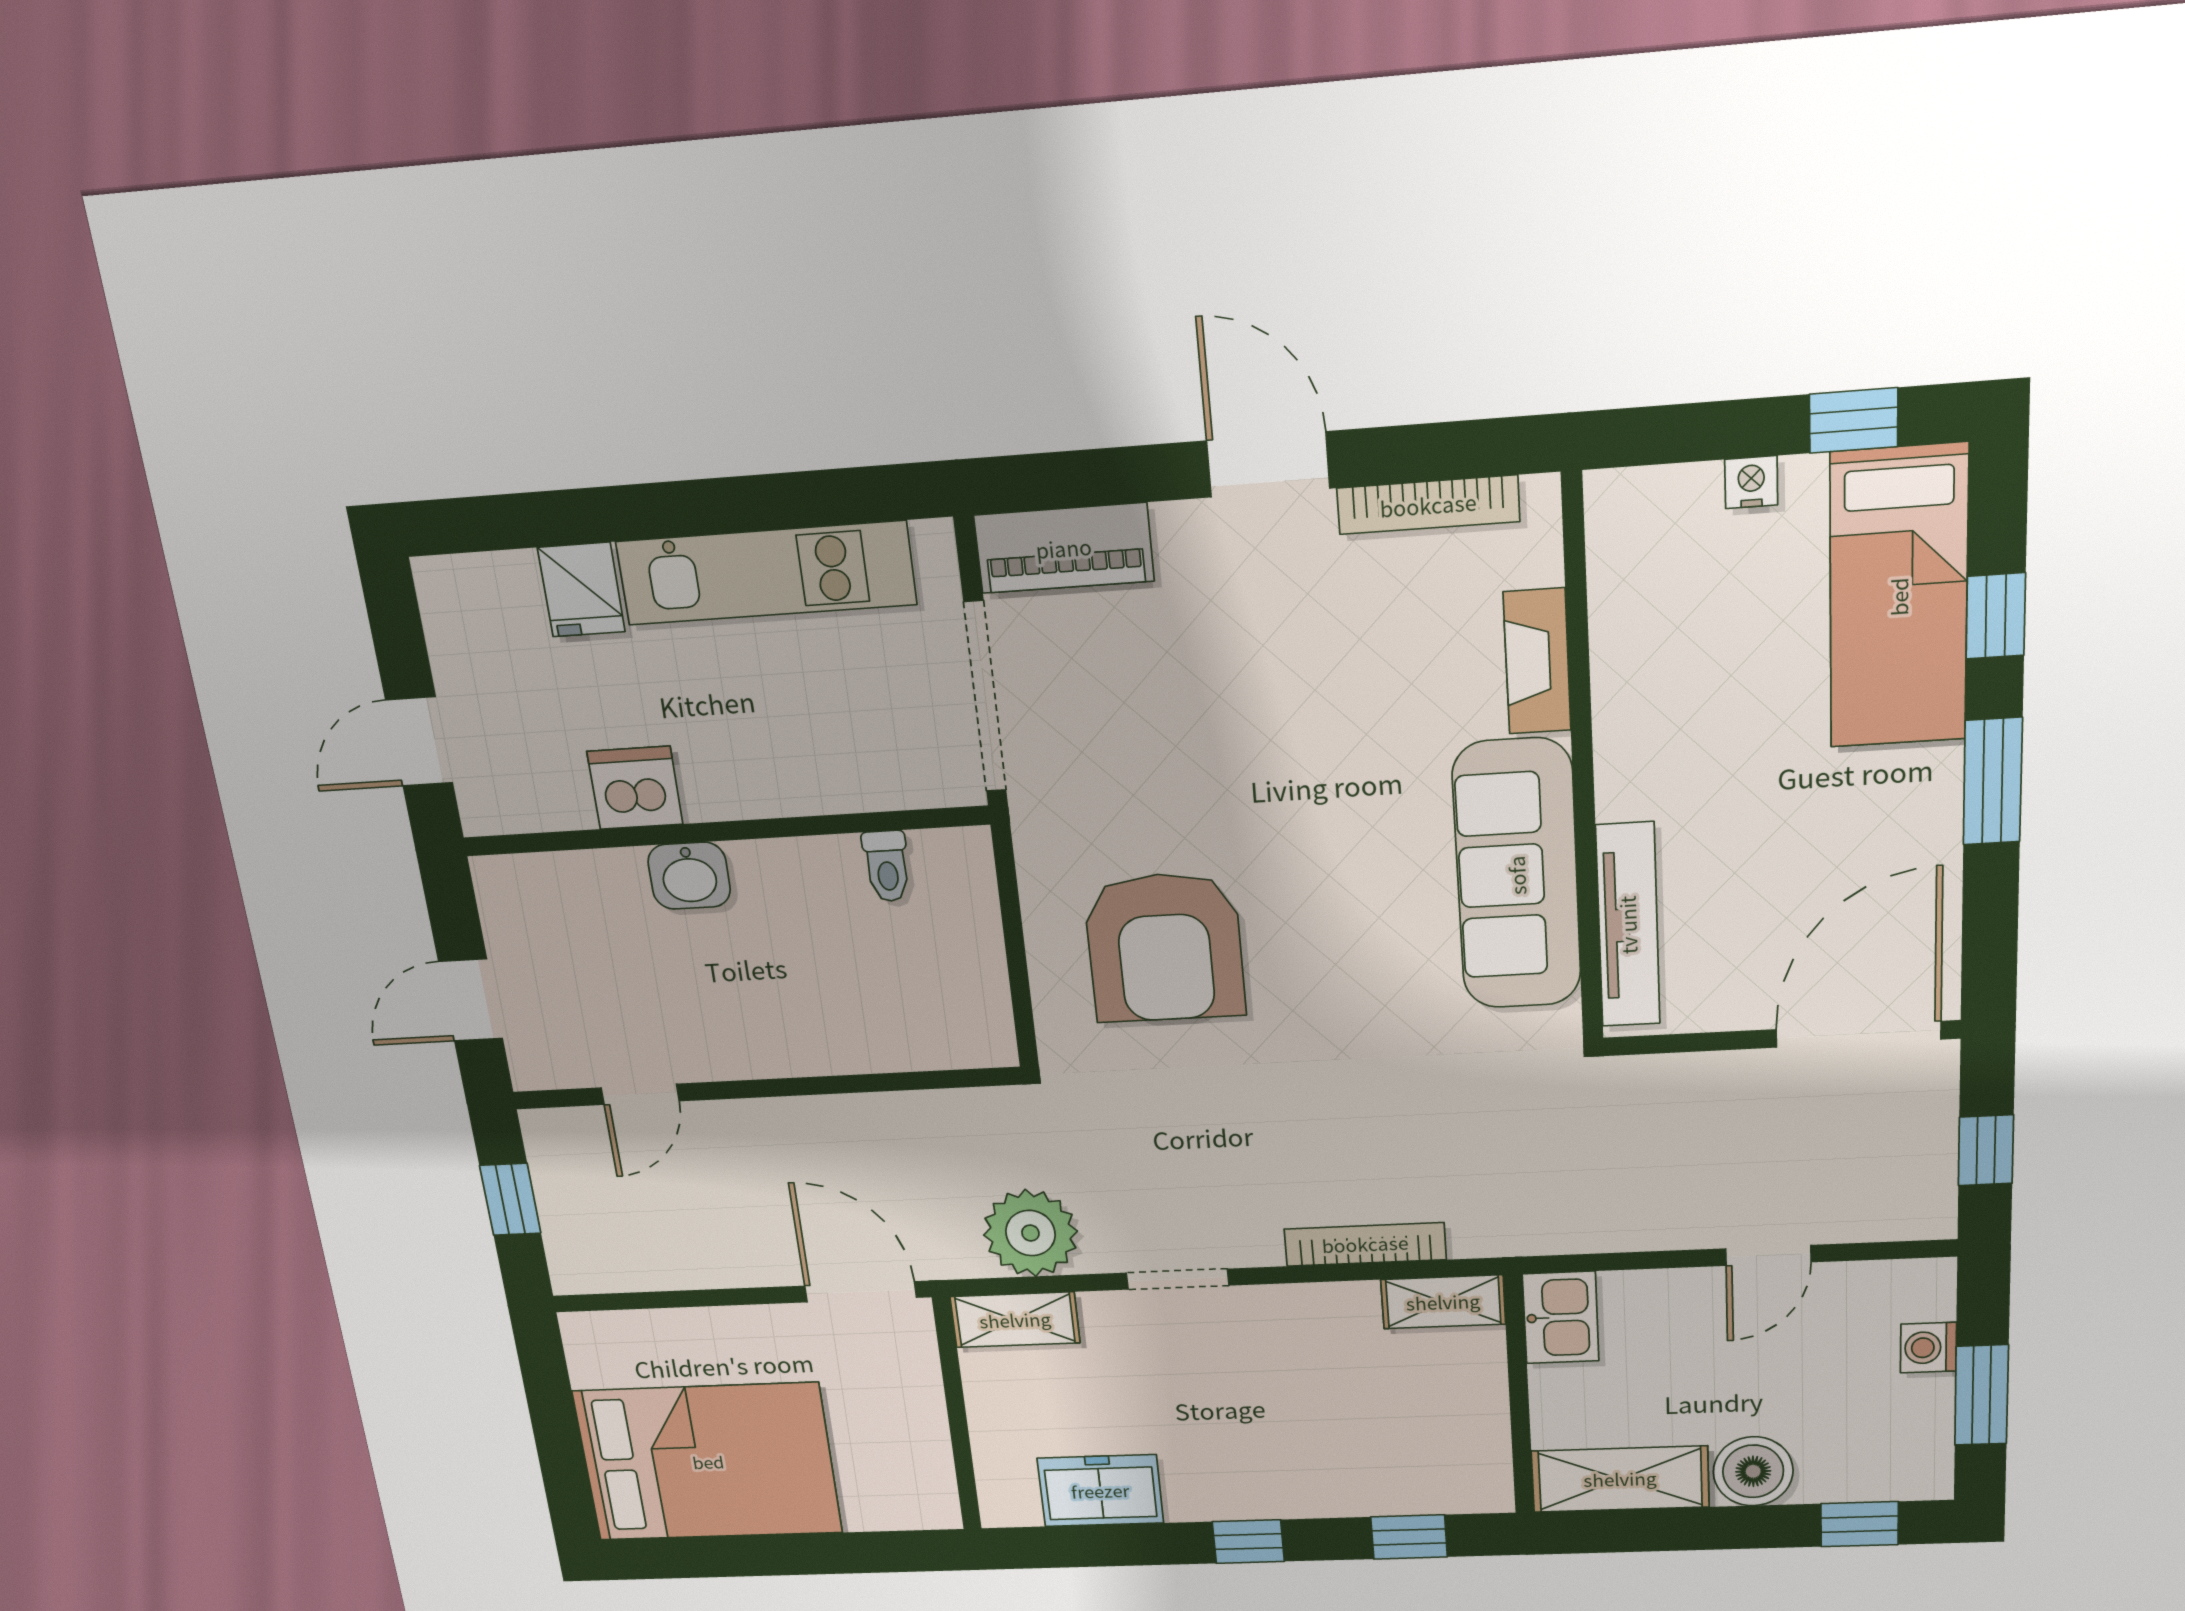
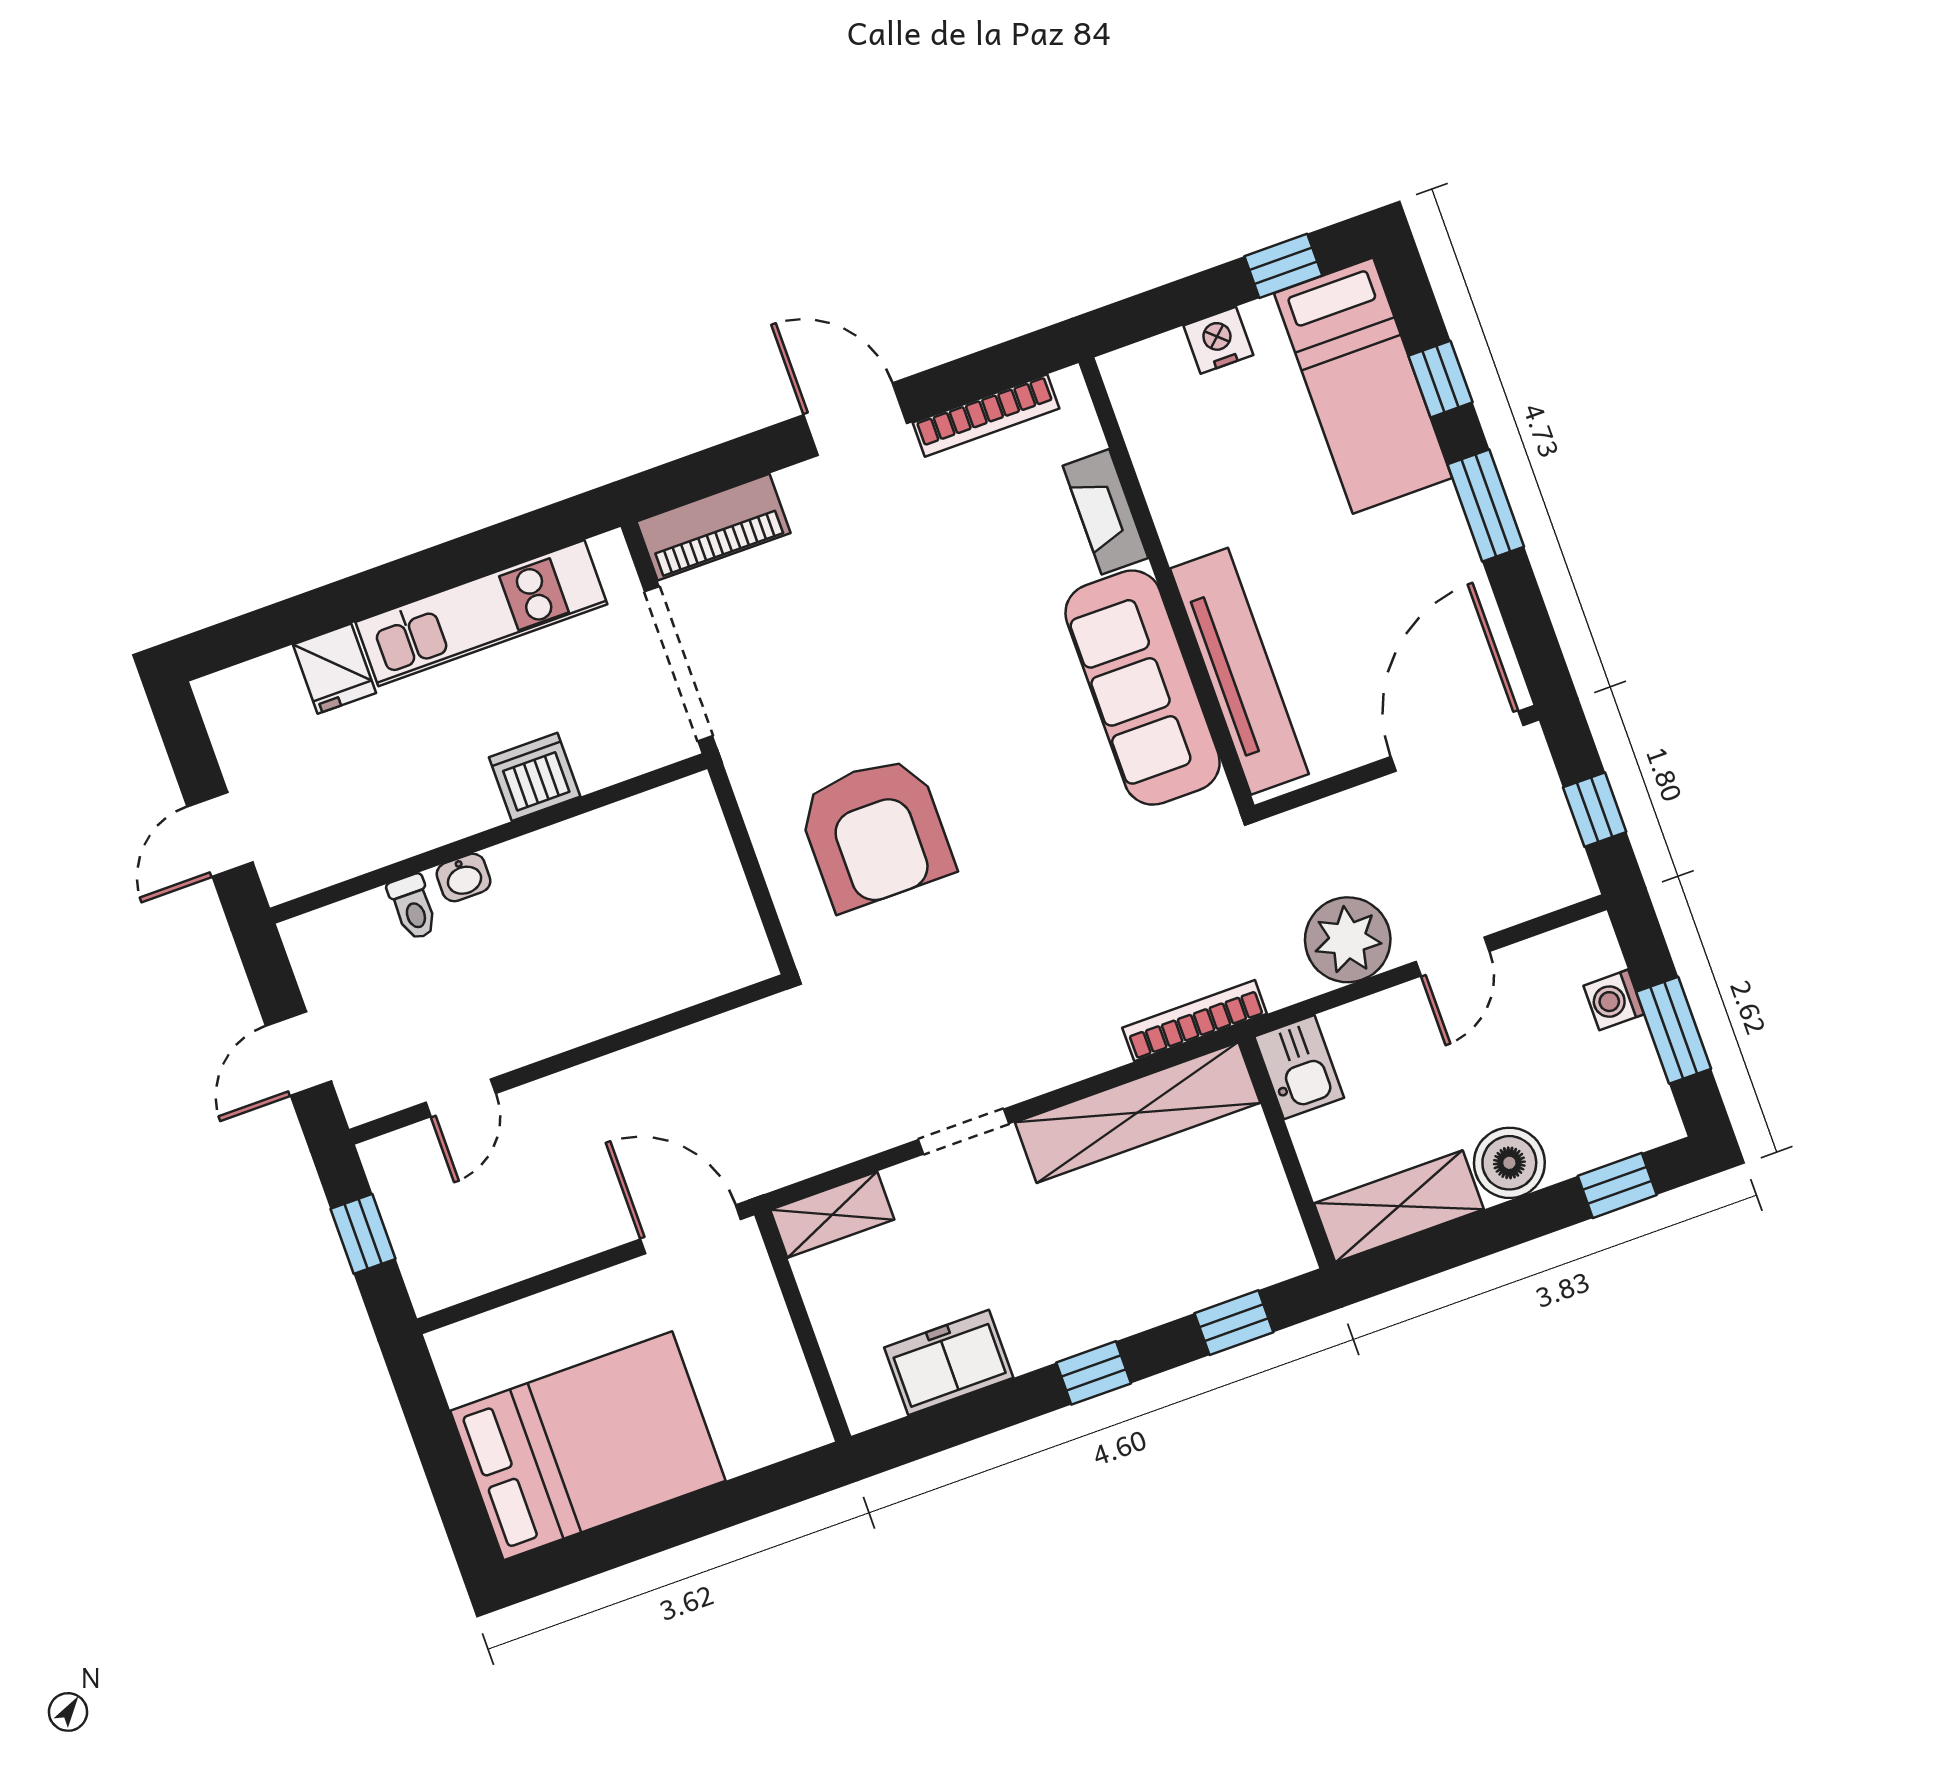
nightstand: (1751, 482) -> (1218, 340), width x1.39, depth x1.35
dishwasher: (635, 788) -> (535, 777), moved
toilet: (887, 866) -> (413, 907), moved
washbasin: (689, 876) -> (464, 878), width x0.72, depth x0.69
tv unit: (1628, 925) -> (1239, 671), width x1.36, depth x1.29
plant: (1030, 1233) -> (1348, 940), moved
bookcase: (1365, 1244) -> (1195, 1021), moved
shelving: (1443, 1302) -> (1138, 1113), width x2.20, depth x1.33

